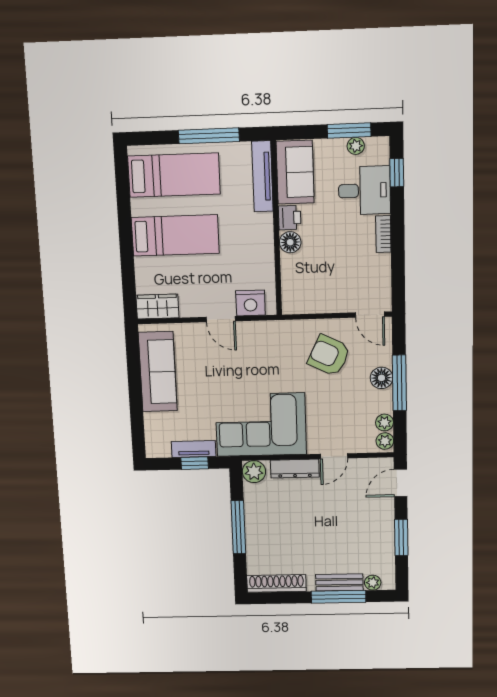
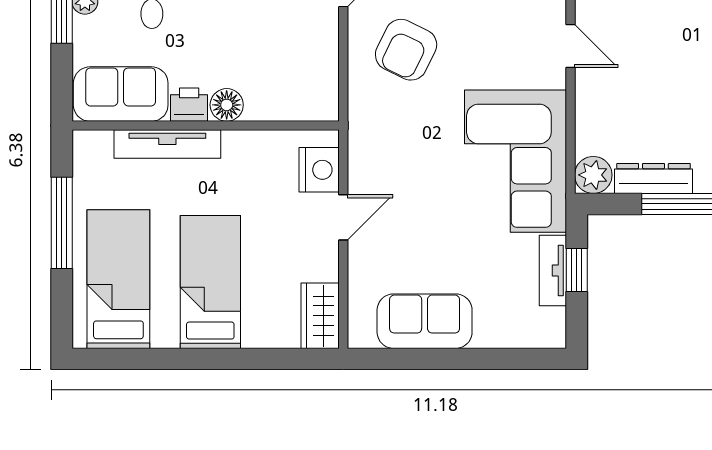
tv unit: (262, 176) -> (167, 144), moved
sofa: (158, 372) -> (425, 321), width x0.73
dresser: (295, 469) -> (653, 178), moved, turned -90

